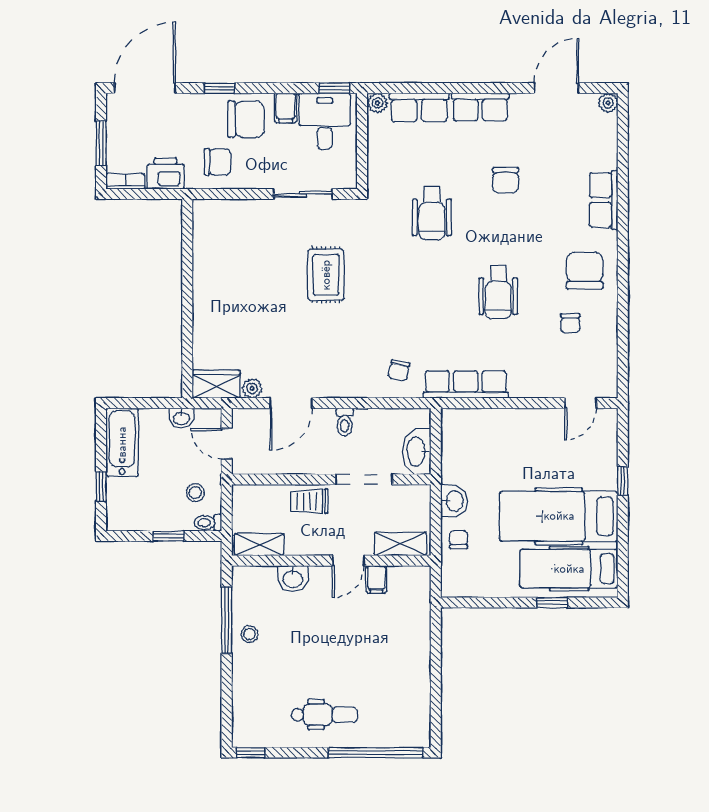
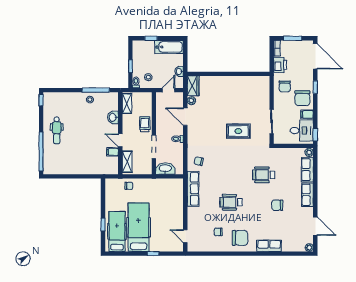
washbasin: (454, 501) -> (145, 184), removed

